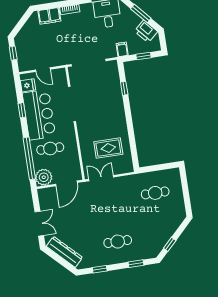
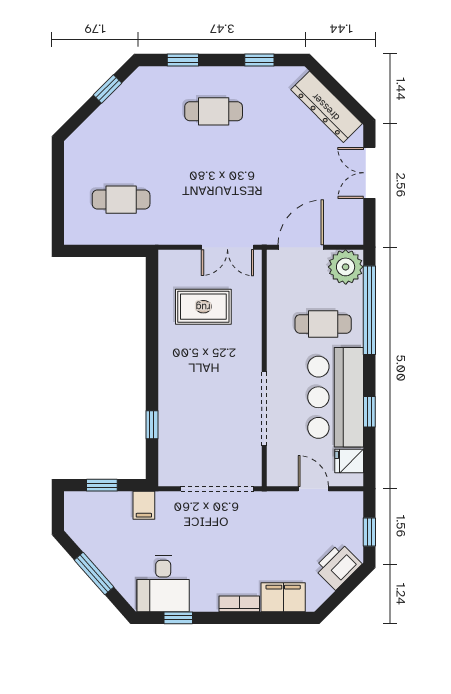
printer: (146, 31) -> (338, 566), moved, turned -94

